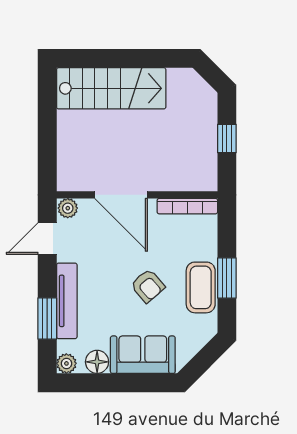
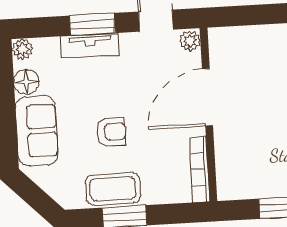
armchair: (148, 286) -> (111, 132), turned -139
tv unit: (67, 301) -> (90, 46), width x0.71
window: (47, 319) -> (92, 24), moved

